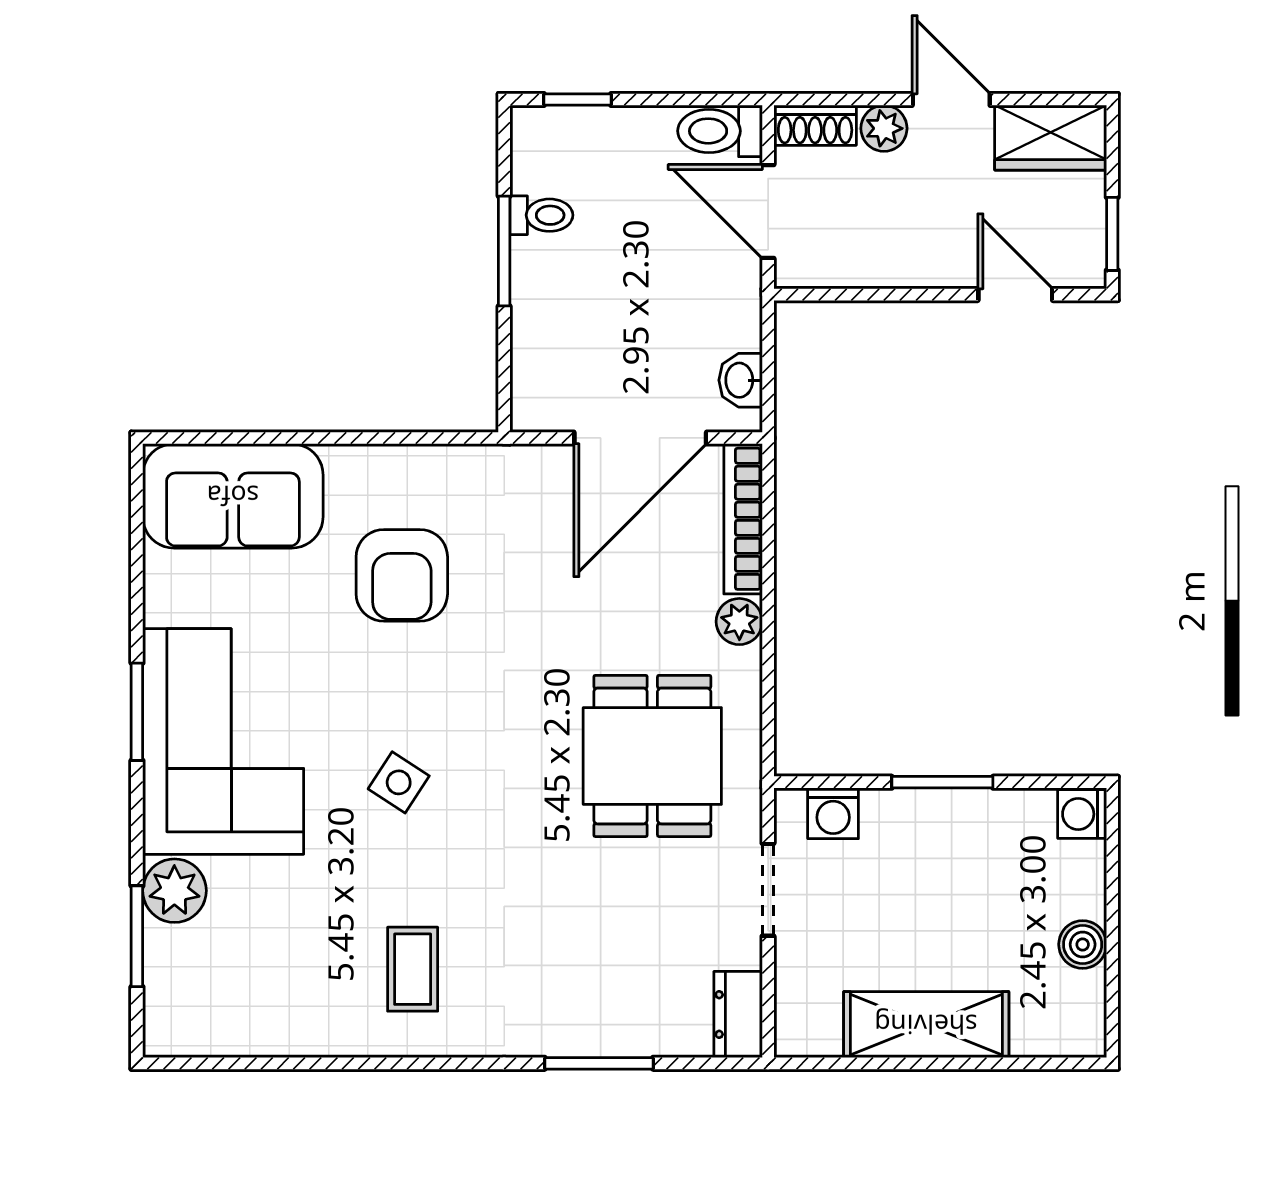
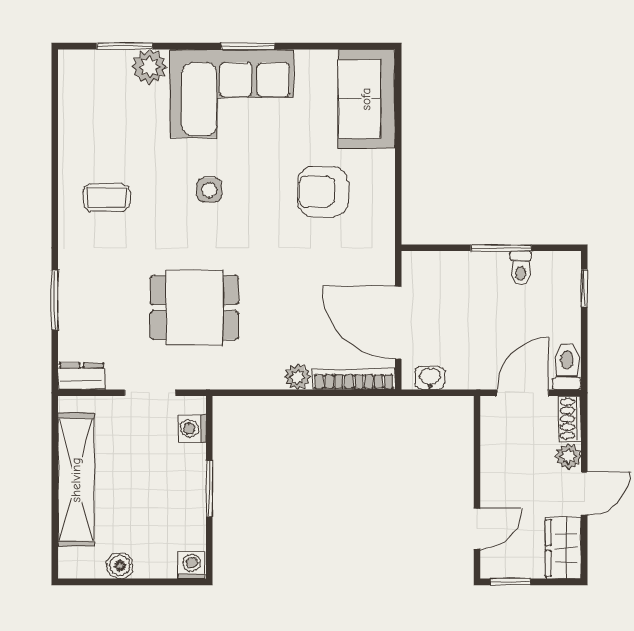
dining table: (652, 756) -> (195, 308), moved
side table: (399, 782) -> (209, 190), turned -33
shelving: (926, 1025) -> (76, 480), width x1.47

